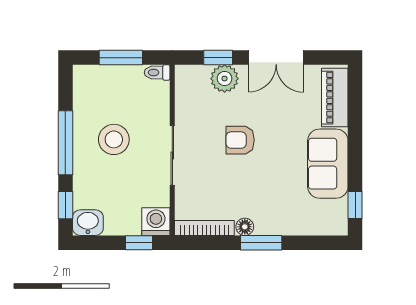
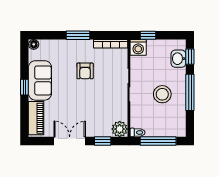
window: (121, 58) -> (158, 141), width x1.44
plant: (225, 79) -> (120, 129), moved
armchair: (240, 140) -> (85, 71), moved, turned 90
window: (355, 205) -> (24, 87), moved
washbasin: (88, 223) -> (178, 59), moved, turned 90
floor lamp: (245, 227) -> (34, 44), moved

